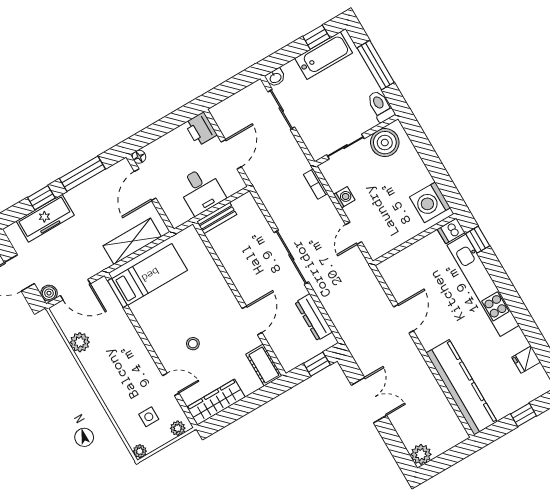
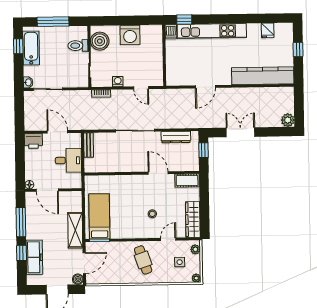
toilet: (380, 106) -> (78, 46), moved
washing machine: (430, 202) -> (130, 35), moved
bench: (217, 218) -> (89, 145), moved
shelving: (132, 241) -> (75, 230), moved
door: (404, 319) -> (205, 87), swing flipped
plant: (80, 342) -> (115, 277), removed
cafe table: (124, 366) -> (143, 260), added

